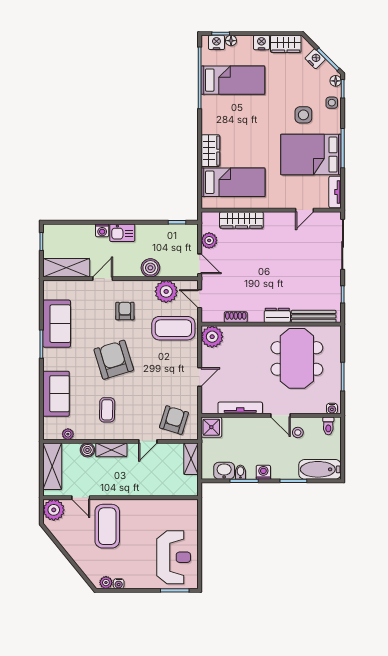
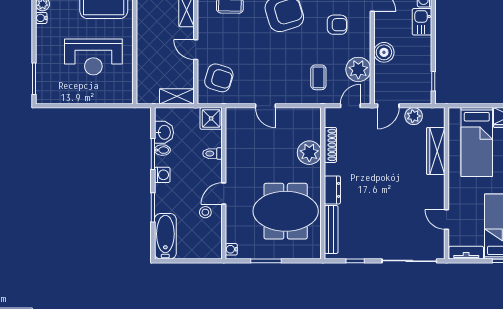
shoe rack: (236, 317) -> (330, 145), width x1.43
coffee table: (173, 328) -> (318, 77), width x0.54, depth x0.58
plant: (212, 337) -> (309, 153), moved
tv unit: (240, 408) -> (232, 150), removed
toilet: (328, 426) -> (212, 154), moved
reception desk: (174, 557) -> (93, 57), moved

